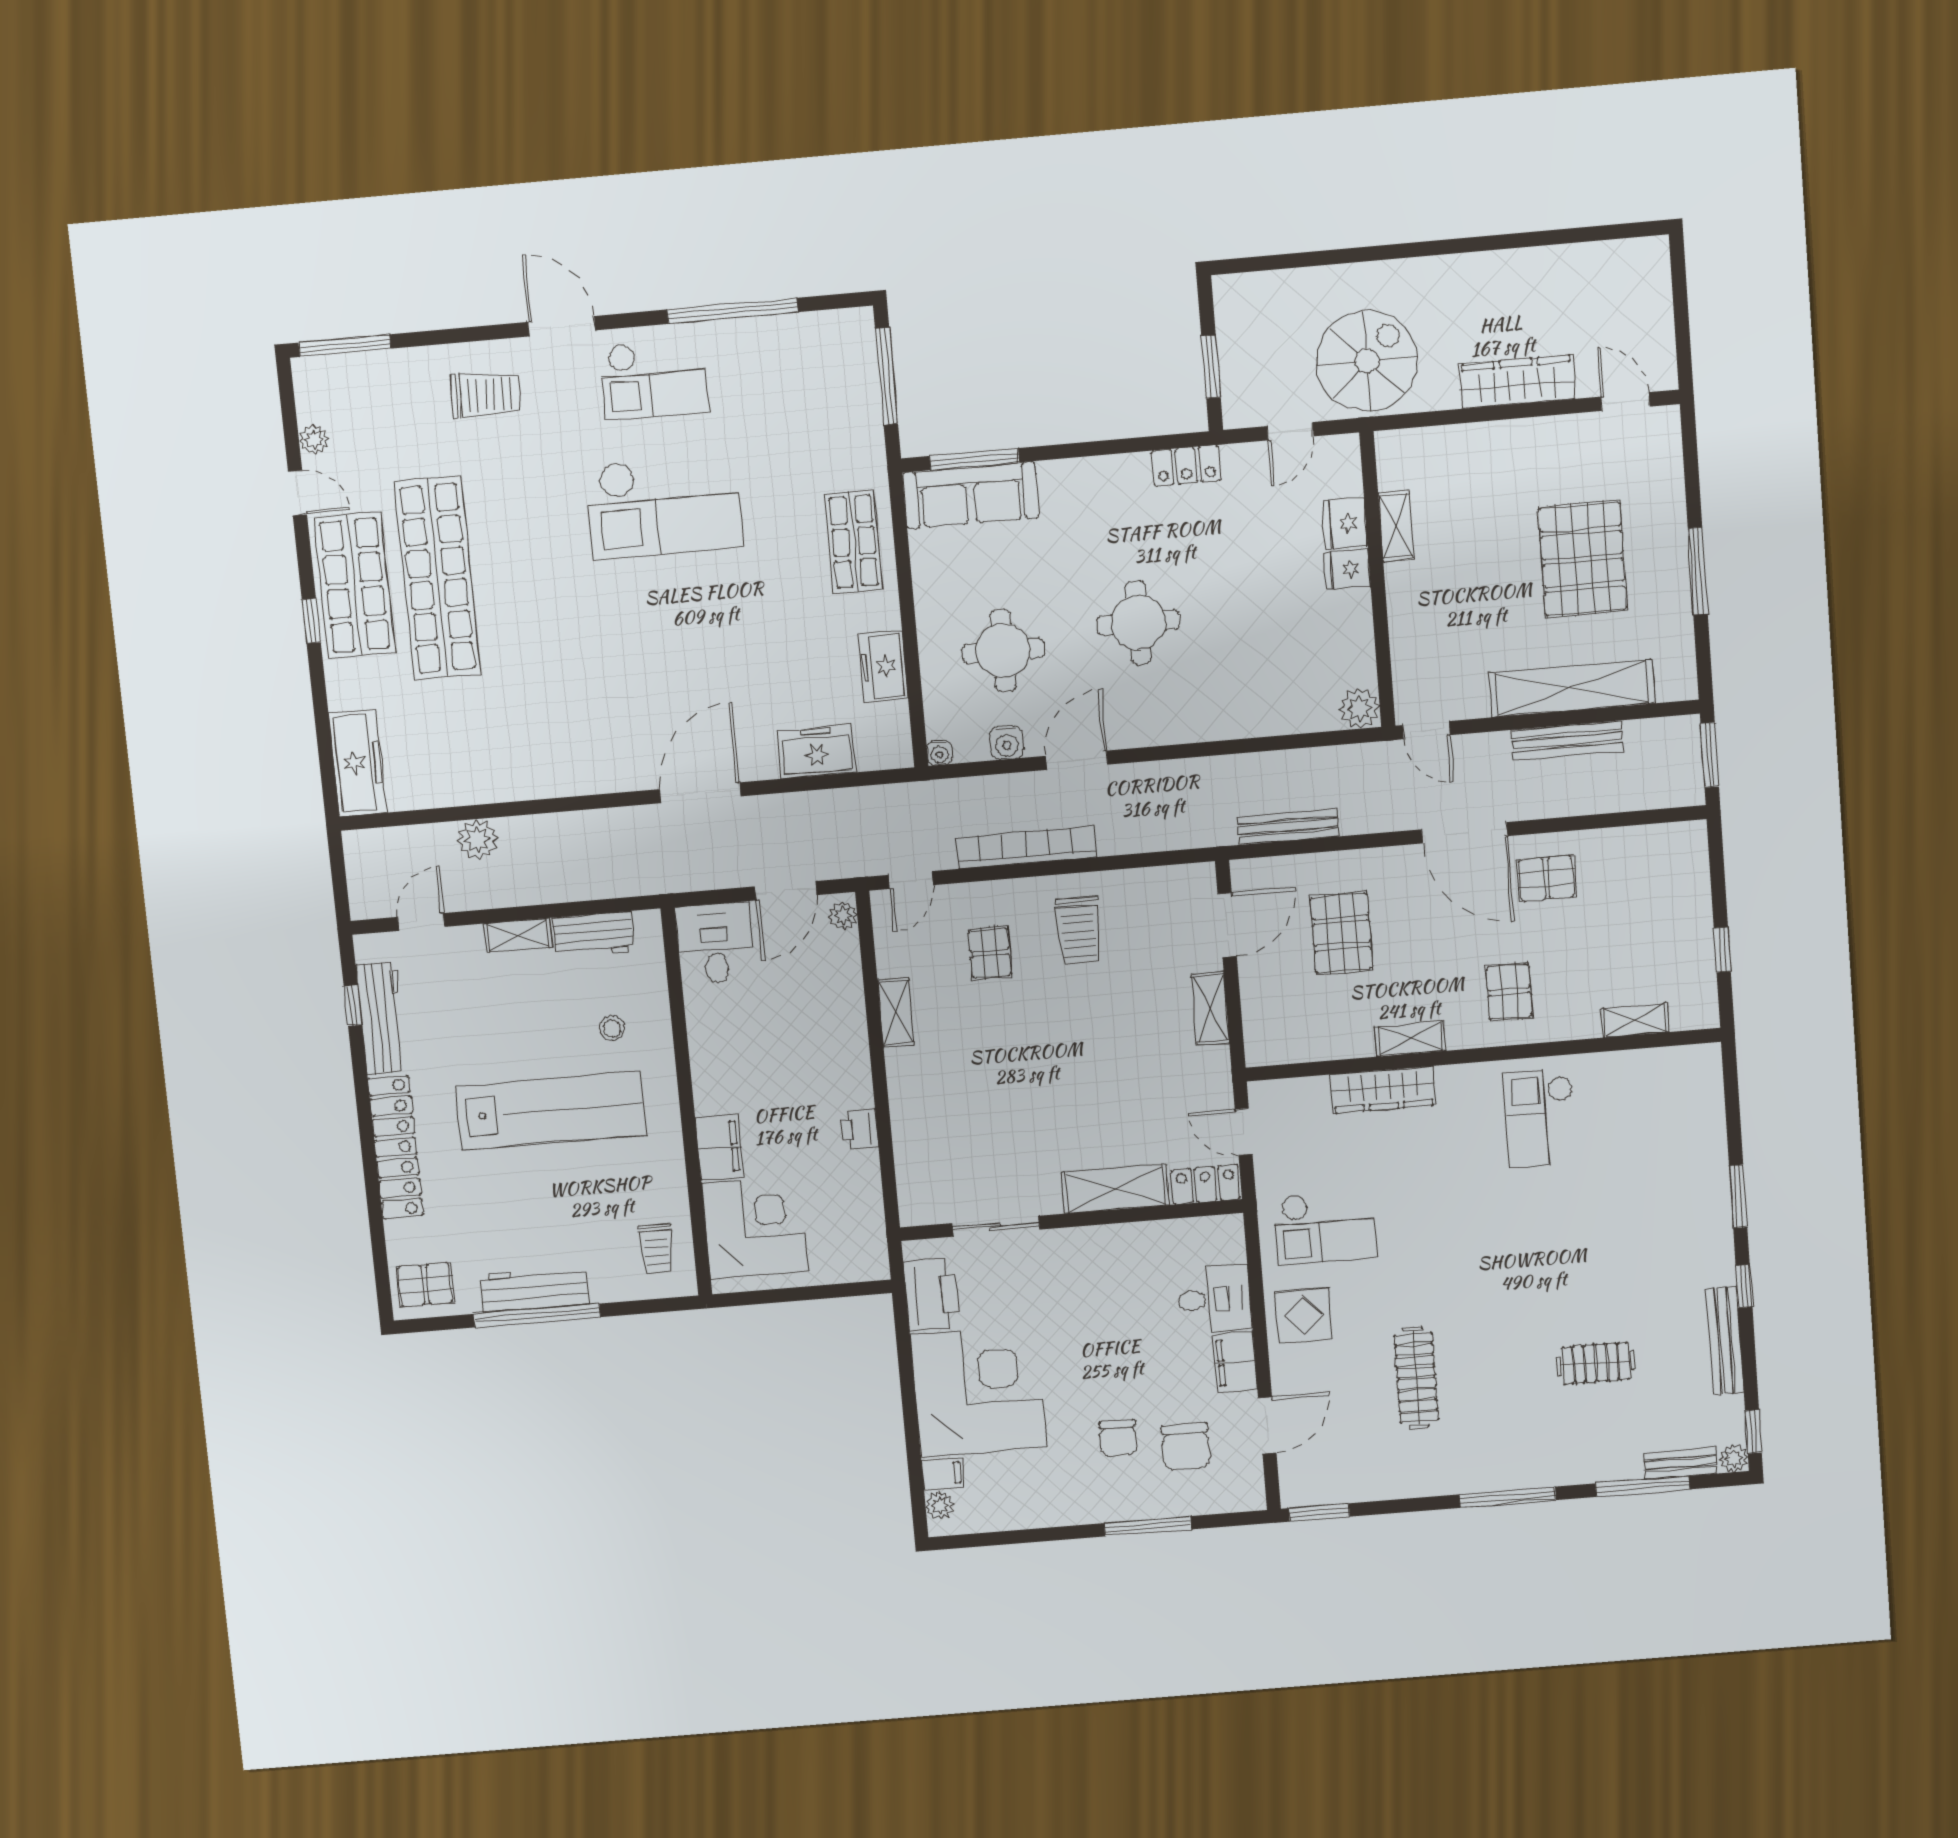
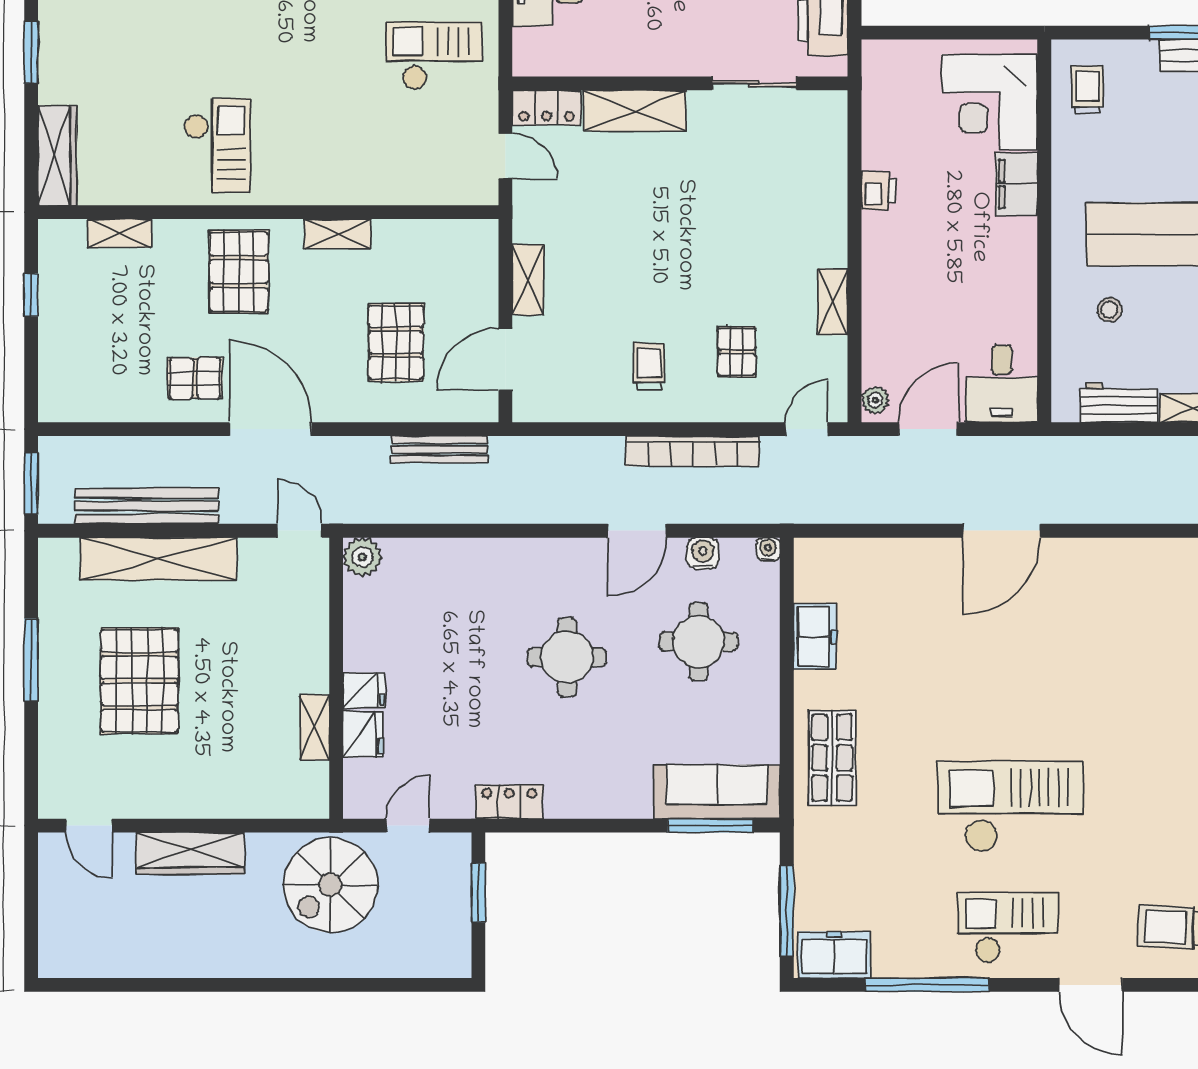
bench: (1567, 740) -> (147, 506), width x1.37, depth x1.21
freezer: (817, 751) -> (834, 955), moved, turned 180
trolley: (1079, 931) -> (649, 366), width x0.73, depth x0.72
pallet: (1509, 992) -> (239, 272), width x1.50, depth x1.42
wardrobe: (1383, 1090) -> (57, 155), moved, turned 90

